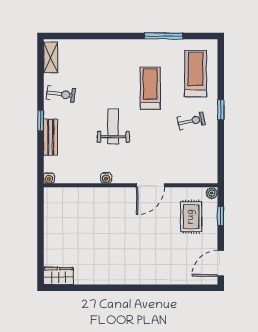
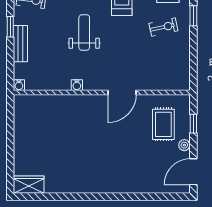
plant: (212, 193) -> (184, 145), moved

